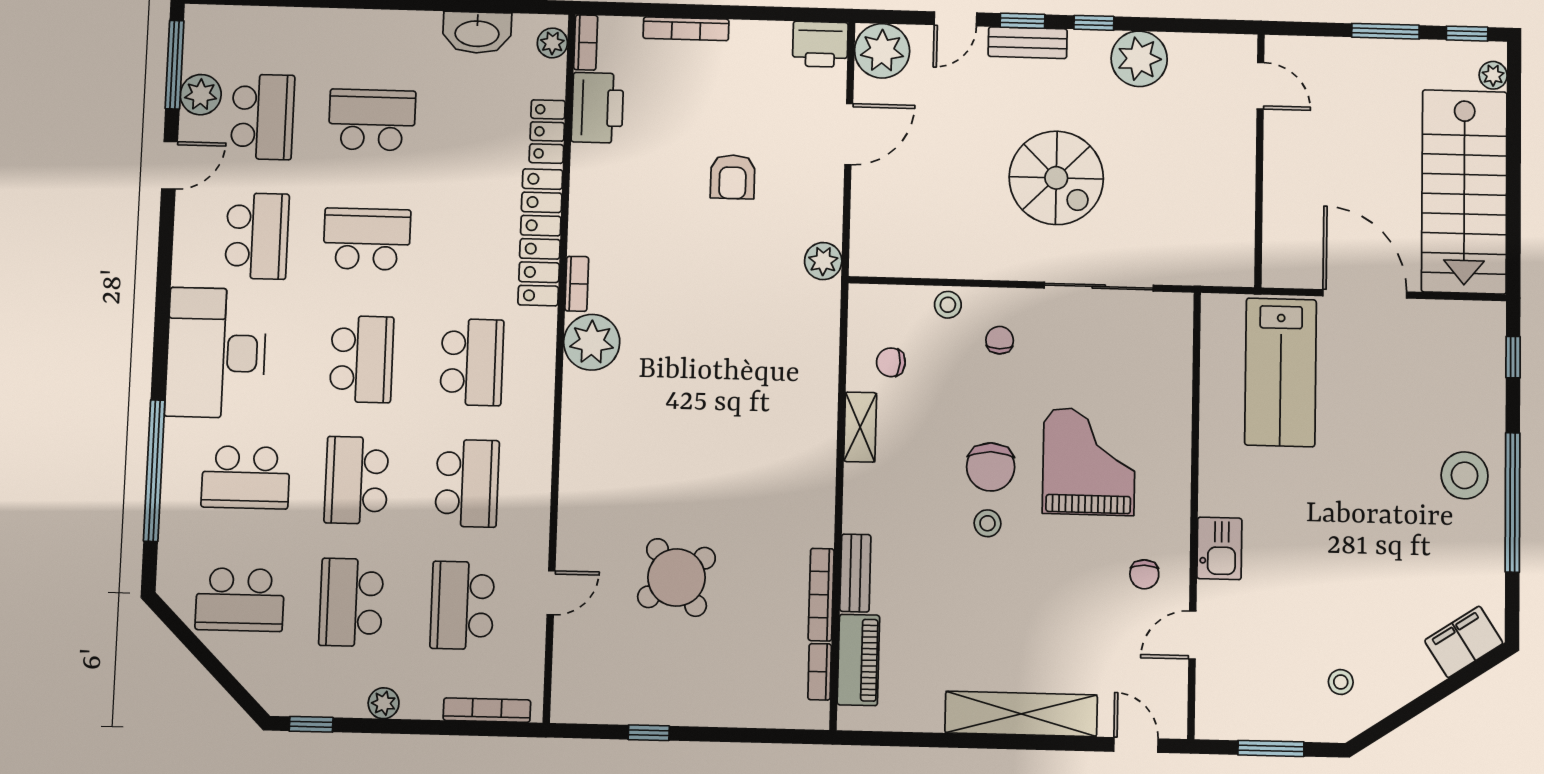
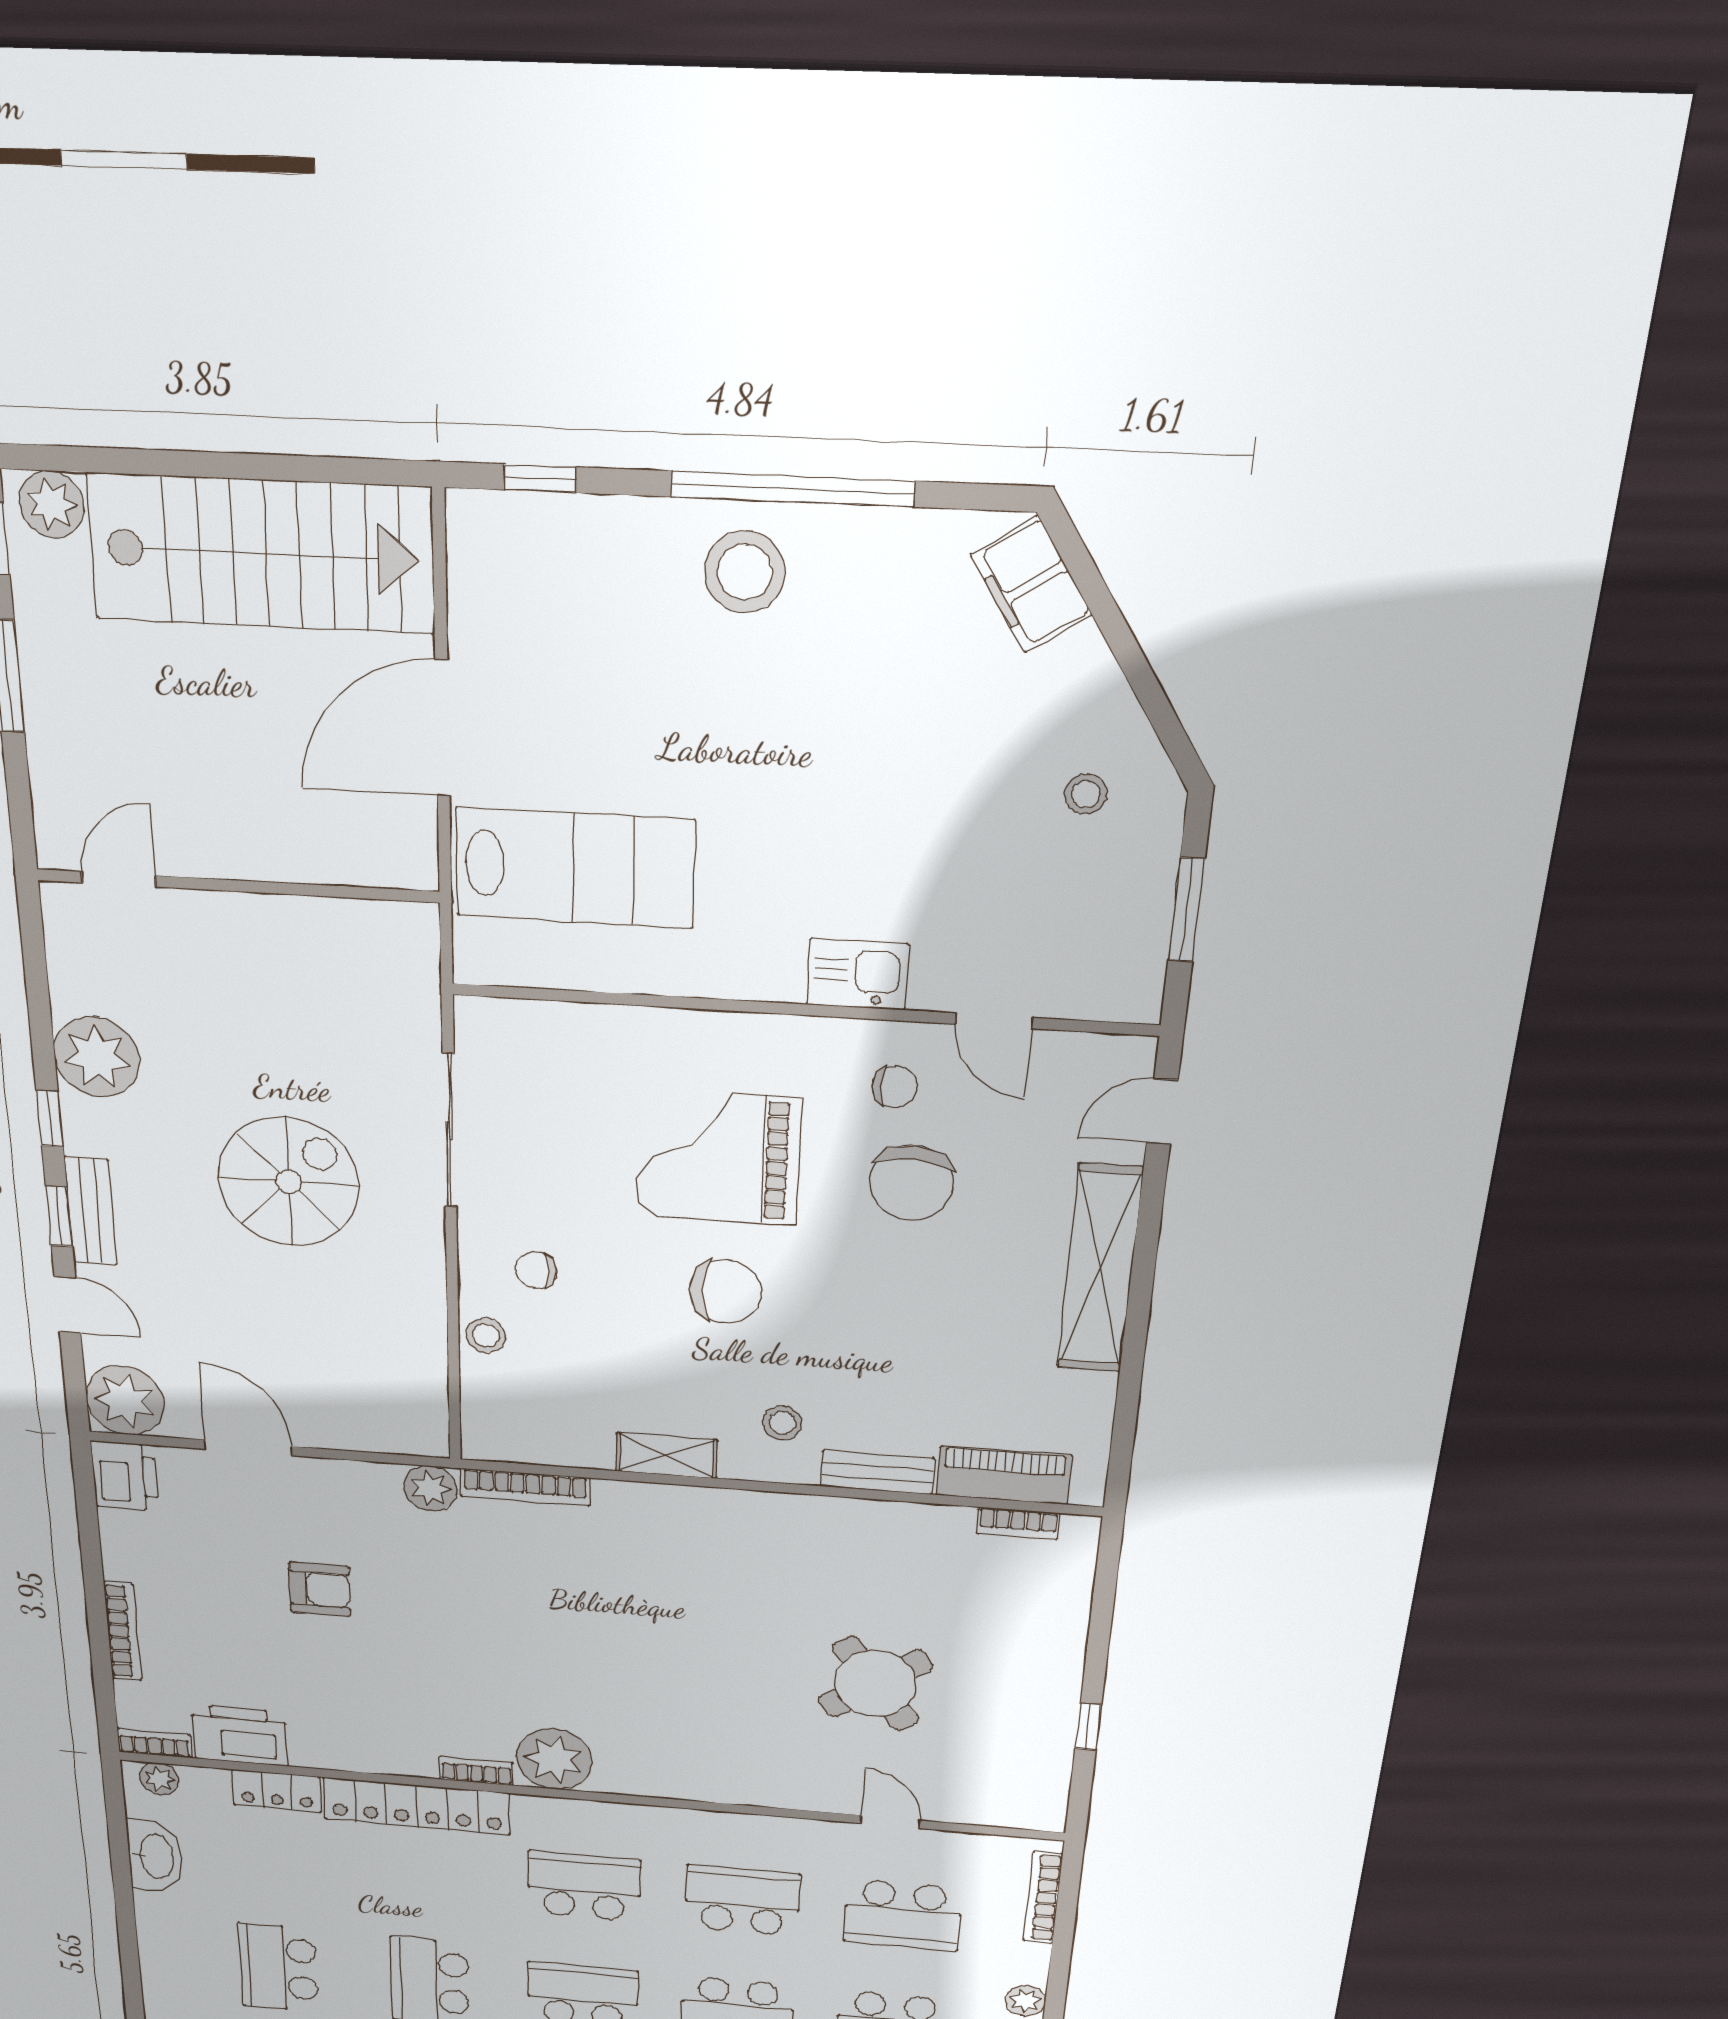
plant: (1493, 75) -> (51, 504), width x1.38, depth x1.38
chair: (891, 362) -> (911, 1183), moved, width x1.87, depth x1.87
stool: (988, 523) -> (782, 1423), moved
bookcase: (821, 595) -> (525, 1487), moved

